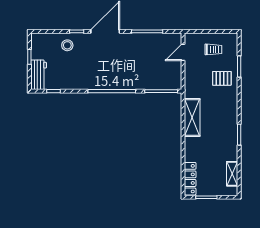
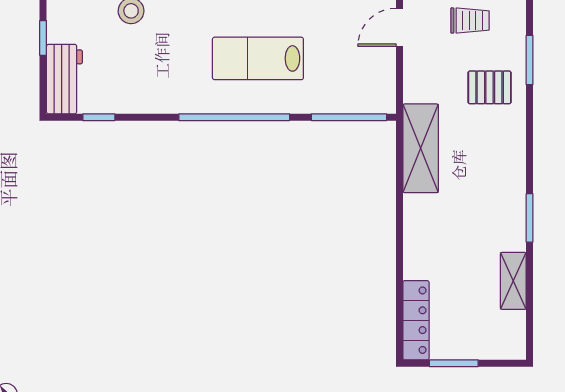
lab bench: (122, 66) -> (258, 58), added
shelving: (192, 117) -> (421, 148), moved
shelving: (232, 174) -> (513, 281), moved

